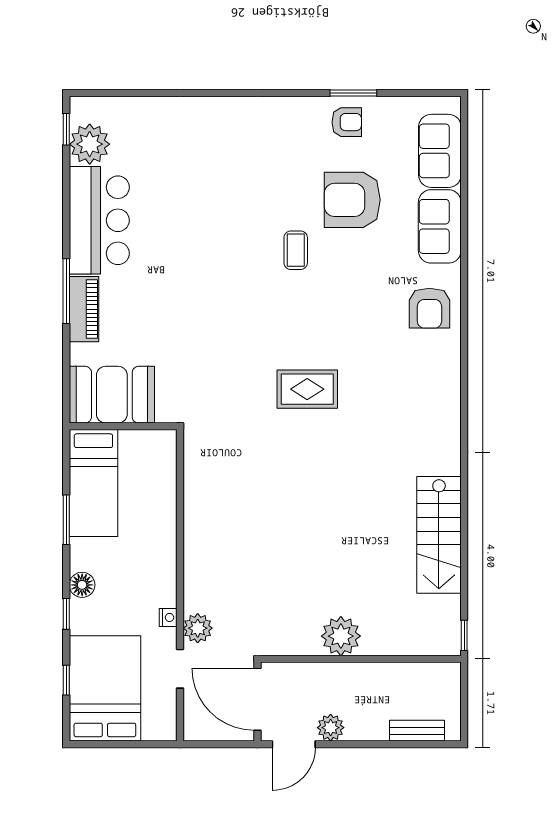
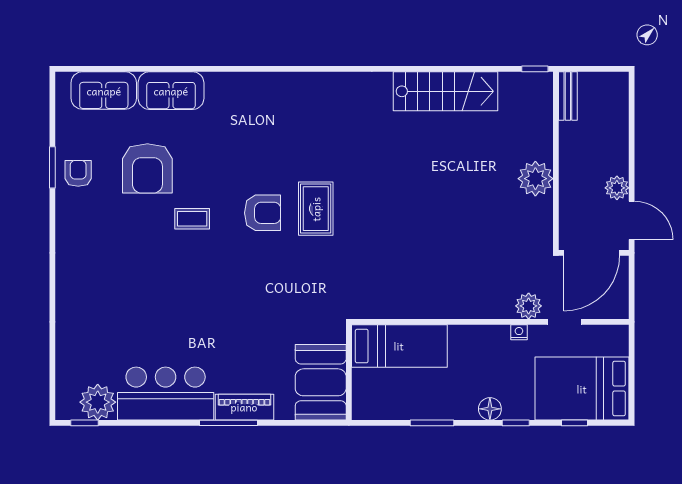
armchair: (429, 308) -> (263, 213), moved
bed: (93, 483) -> (399, 346), moved
bench: (417, 731) -> (568, 96), moved

